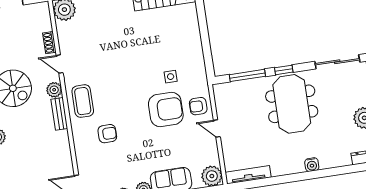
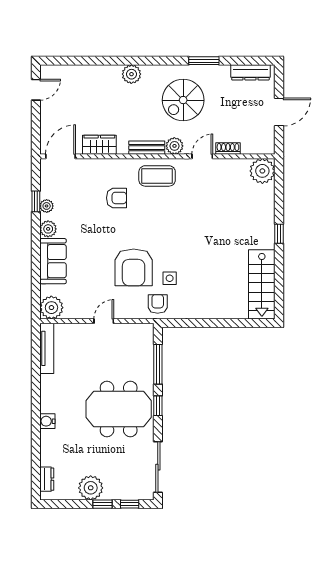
armchair: (198, 106) -> (158, 304), moved
armchair: (107, 134) -> (117, 198), turned -90
wardrobe: (63, 156) -> (99, 145), added

